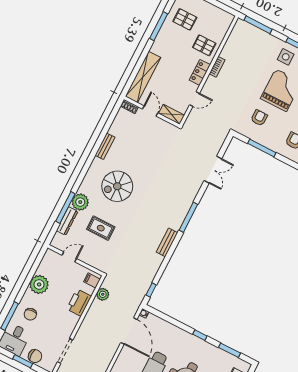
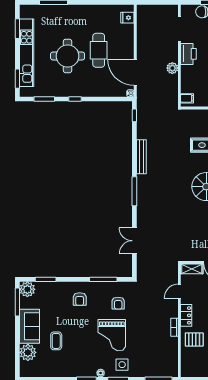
bench: (167, 242) -> (141, 157), width x1.36
plant: (103, 294) -> (172, 68), moved
printer: (79, 303) -> (188, 54), moved

